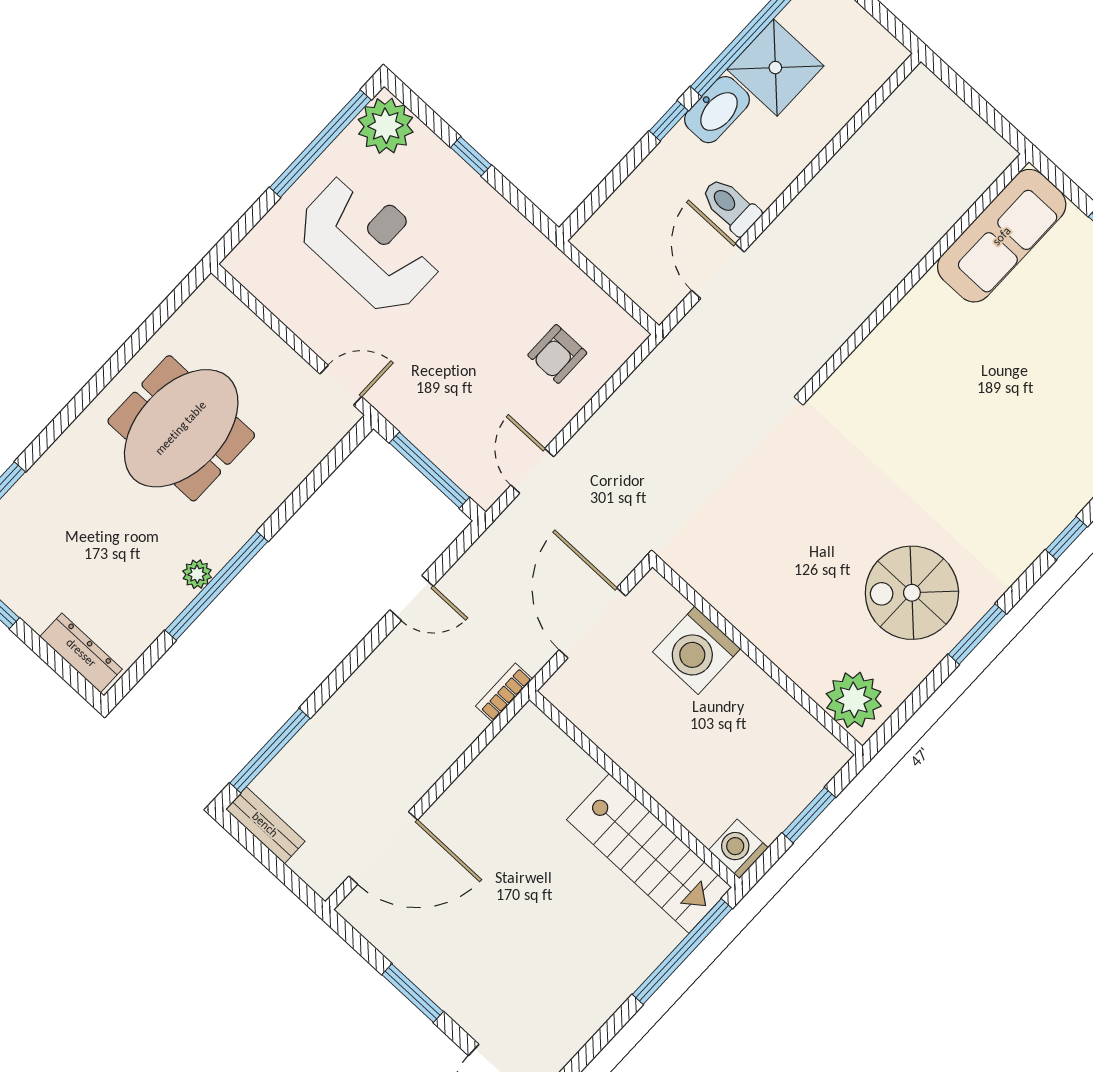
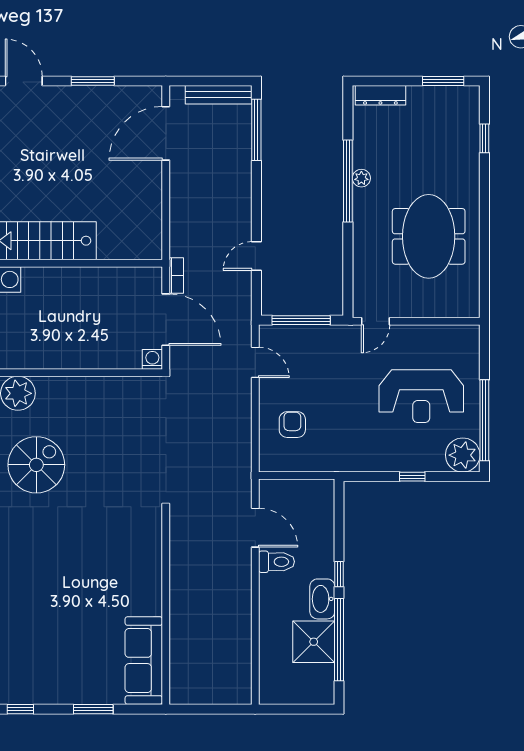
washing machine: (697, 650) -> (152, 359), moved, width x0.53, depth x0.53
bookcase: (504, 693) -> (176, 276), moved
bench: (265, 825) -> (219, 95), width x1.36

